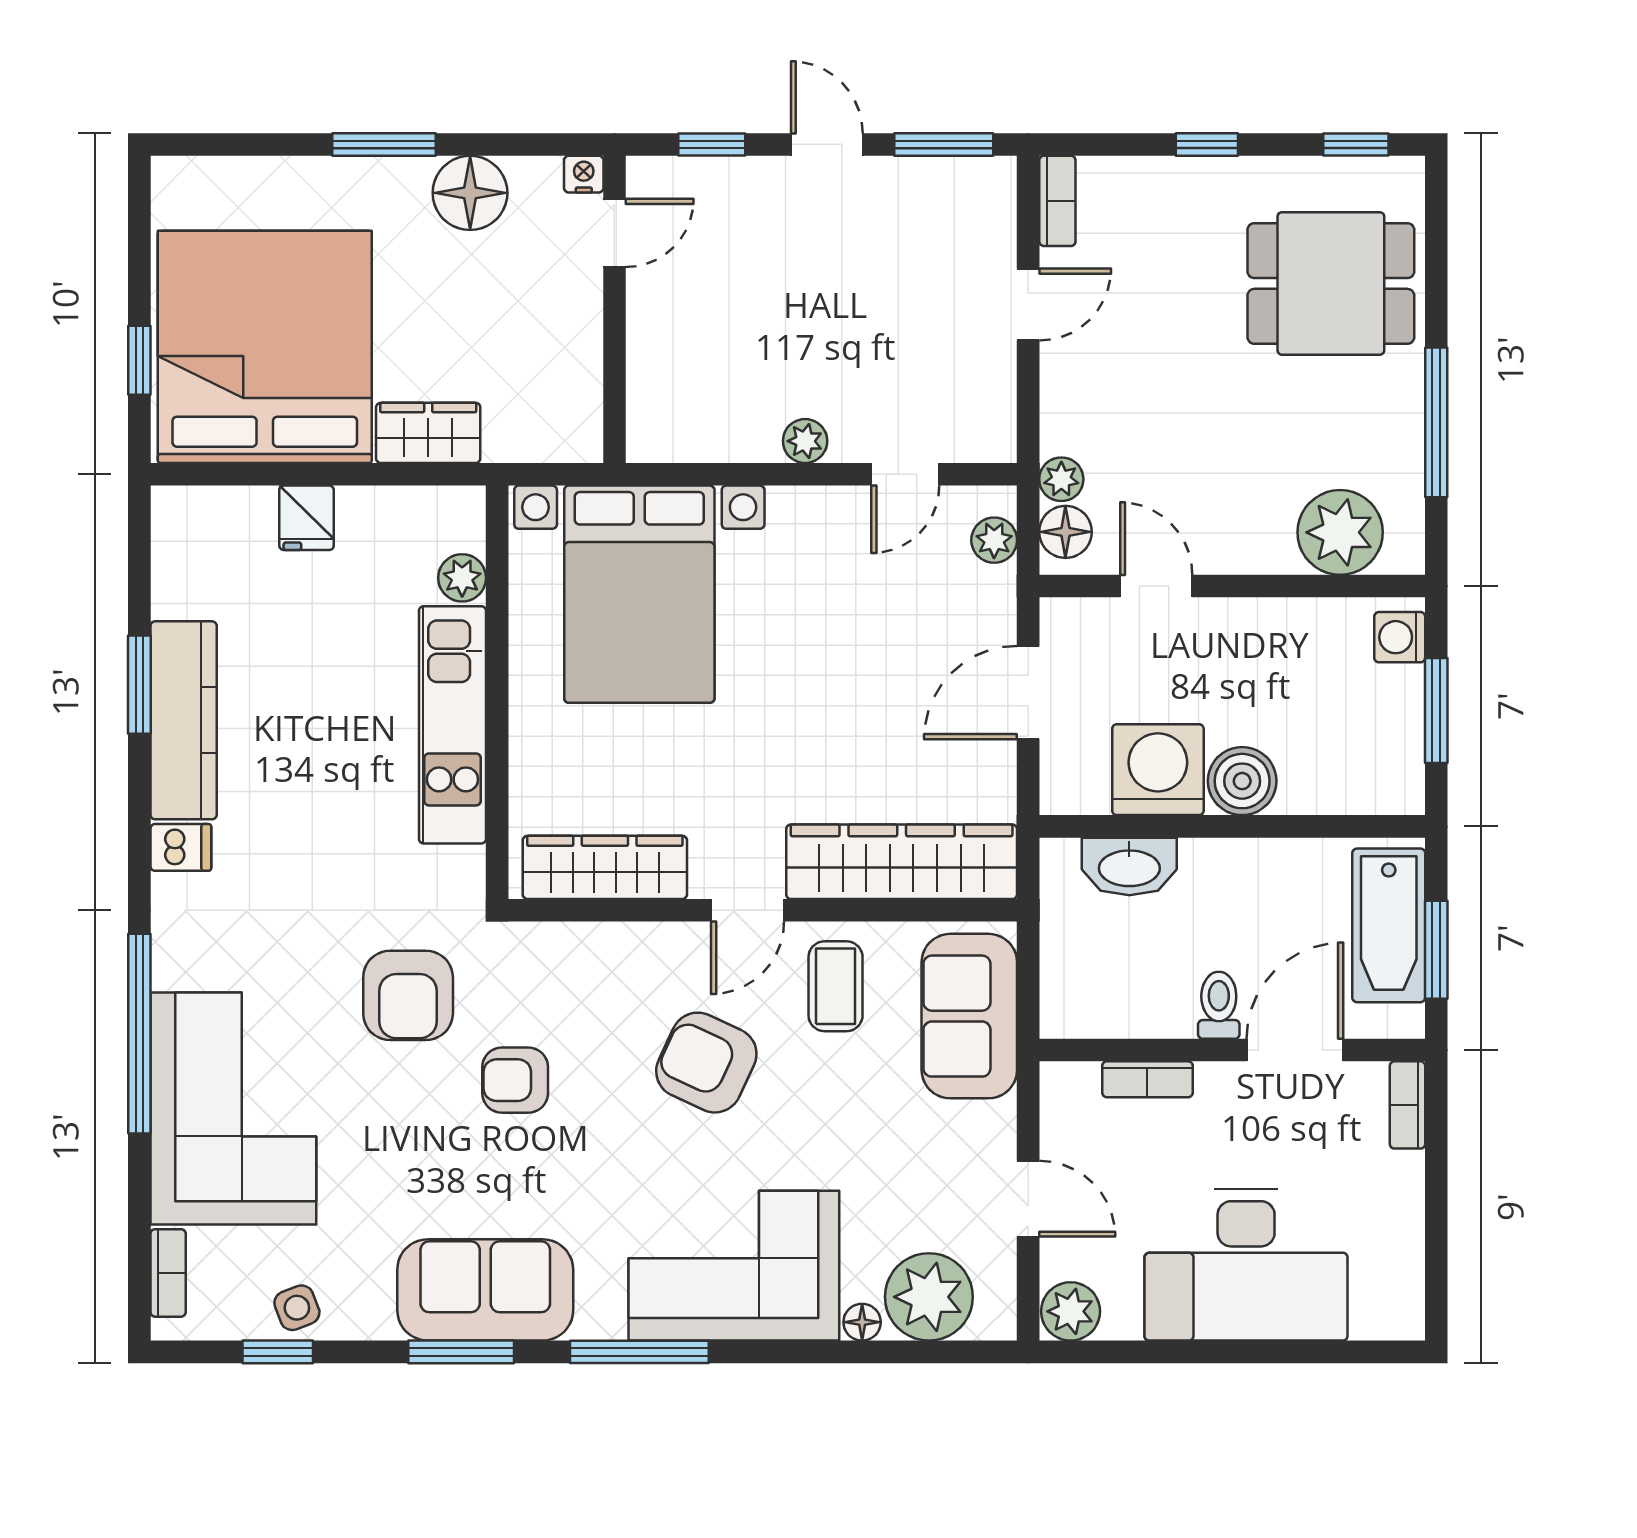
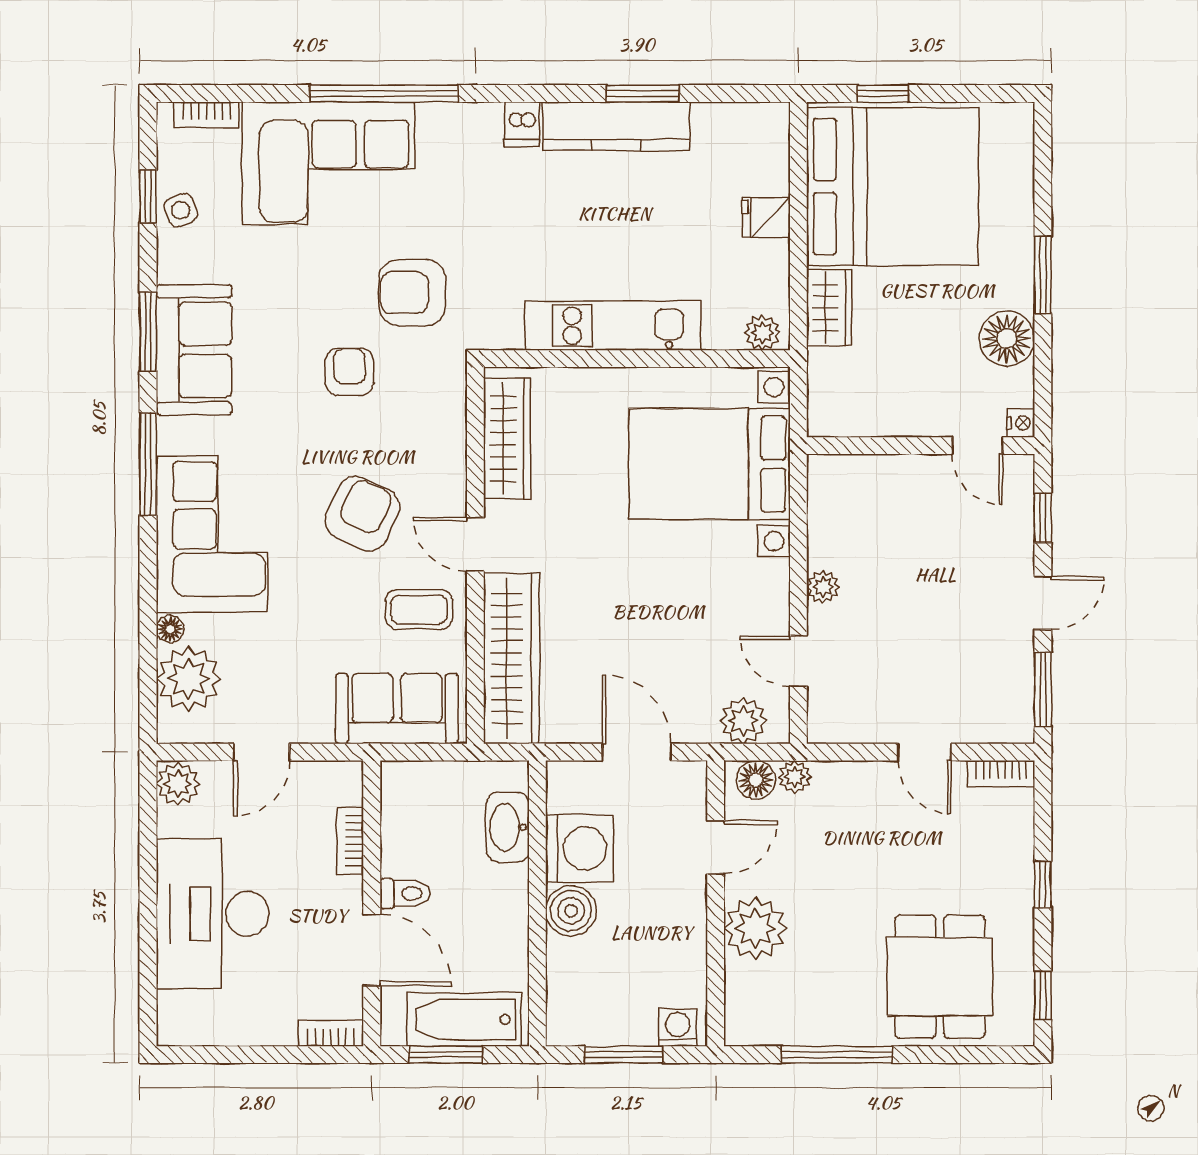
plant: (1340, 532) -> (755, 928), moved
plant: (994, 540) -> (743, 721), width x1.38, depth x1.38
plant: (462, 578) -> (762, 333), moved

